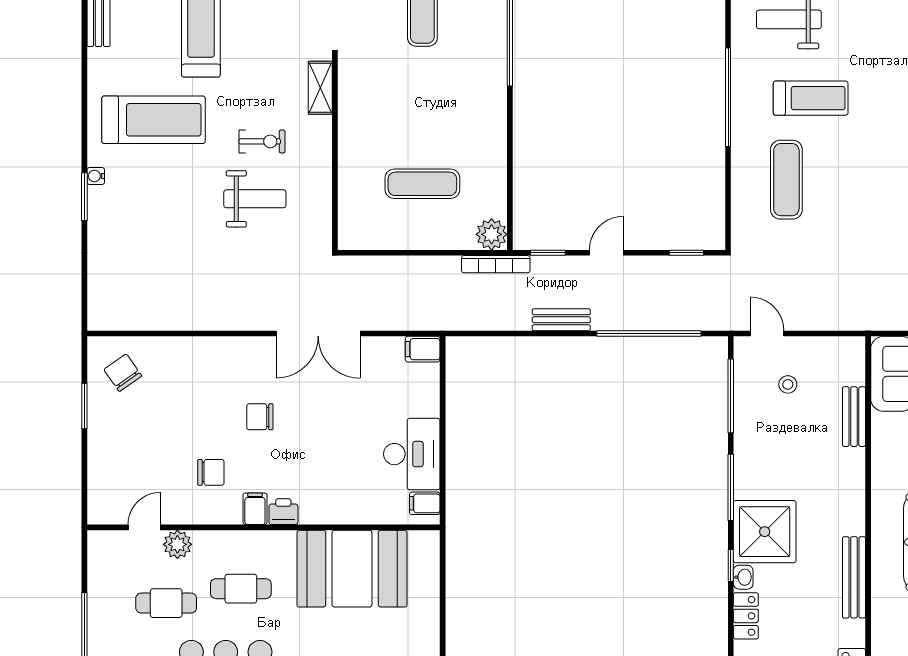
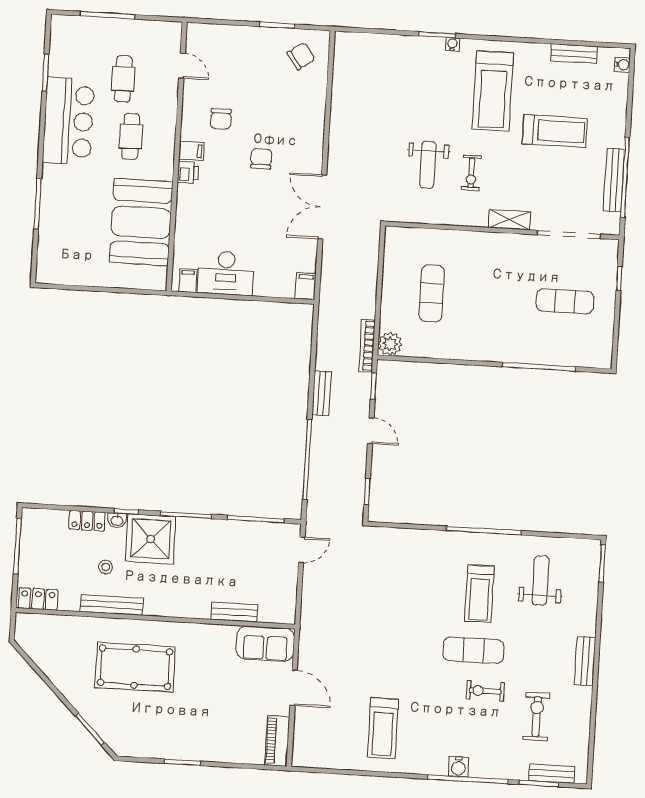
exercise mat: (786, 180) -> (473, 650), moved
stool: (788, 384) -> (106, 567), moved
plant: (177, 544) -> (168, 90), removed

